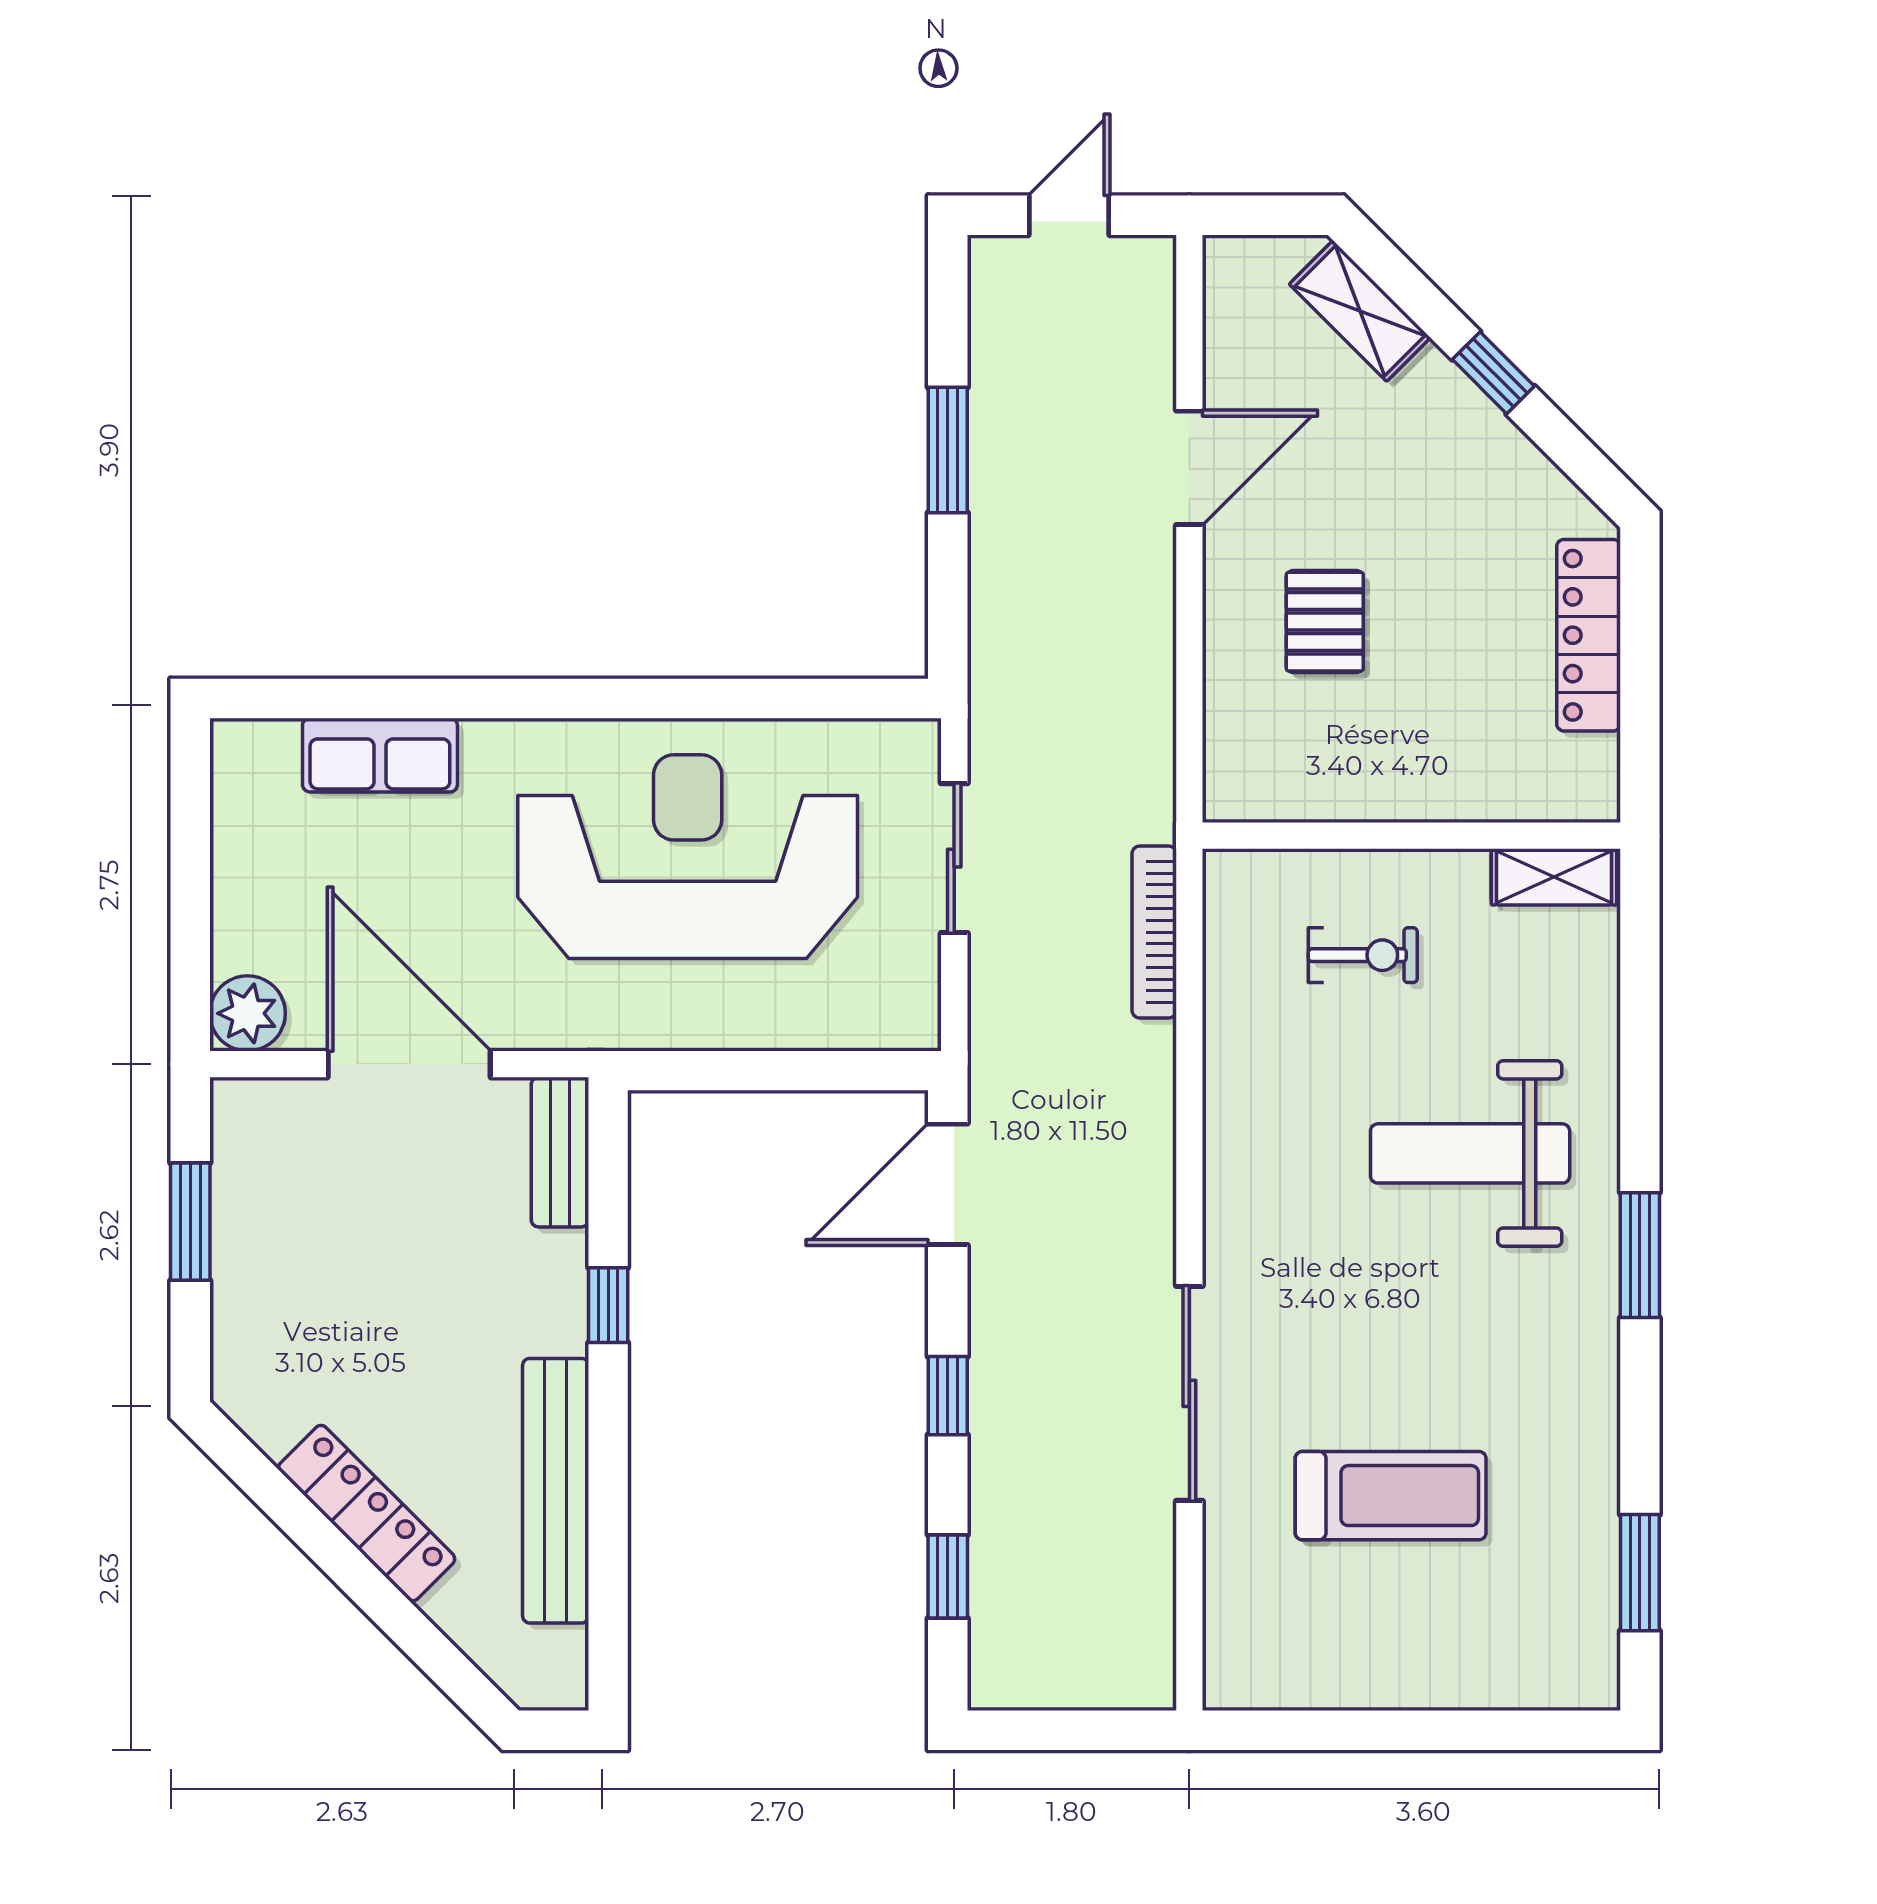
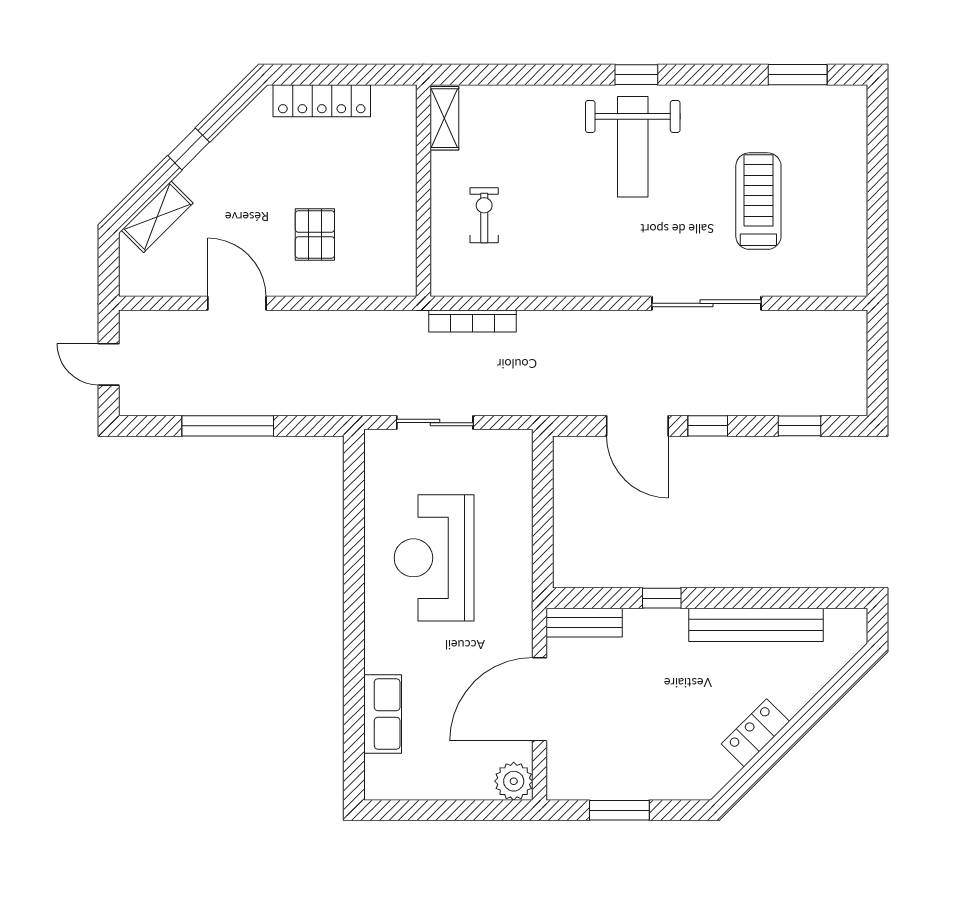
window: (948, 450) -> (228, 426), width x1.44
pallet: (1325, 622) -> (315, 234), turned 90
reception desk: (688, 857) -> (434, 558), width x0.74, depth x0.77
weight bench: (1470, 1153) -> (633, 147), moved
door: (948, 1184) -> (637, 426), moved
window: (1640, 1255) -> (636, 75), width x0.67
locker: (367, 1513) -> (755, 733), width x0.66

